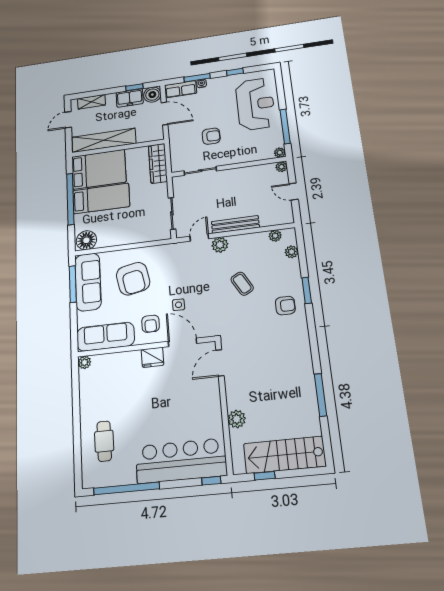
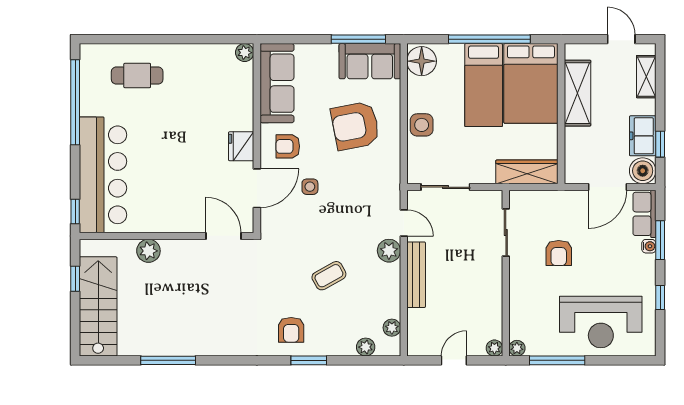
shelving: (104, 140) -> (577, 93), width x0.68
side table: (130, 235) -> (422, 125), added
sofa: (88, 282) -> (370, 61), width x0.73

